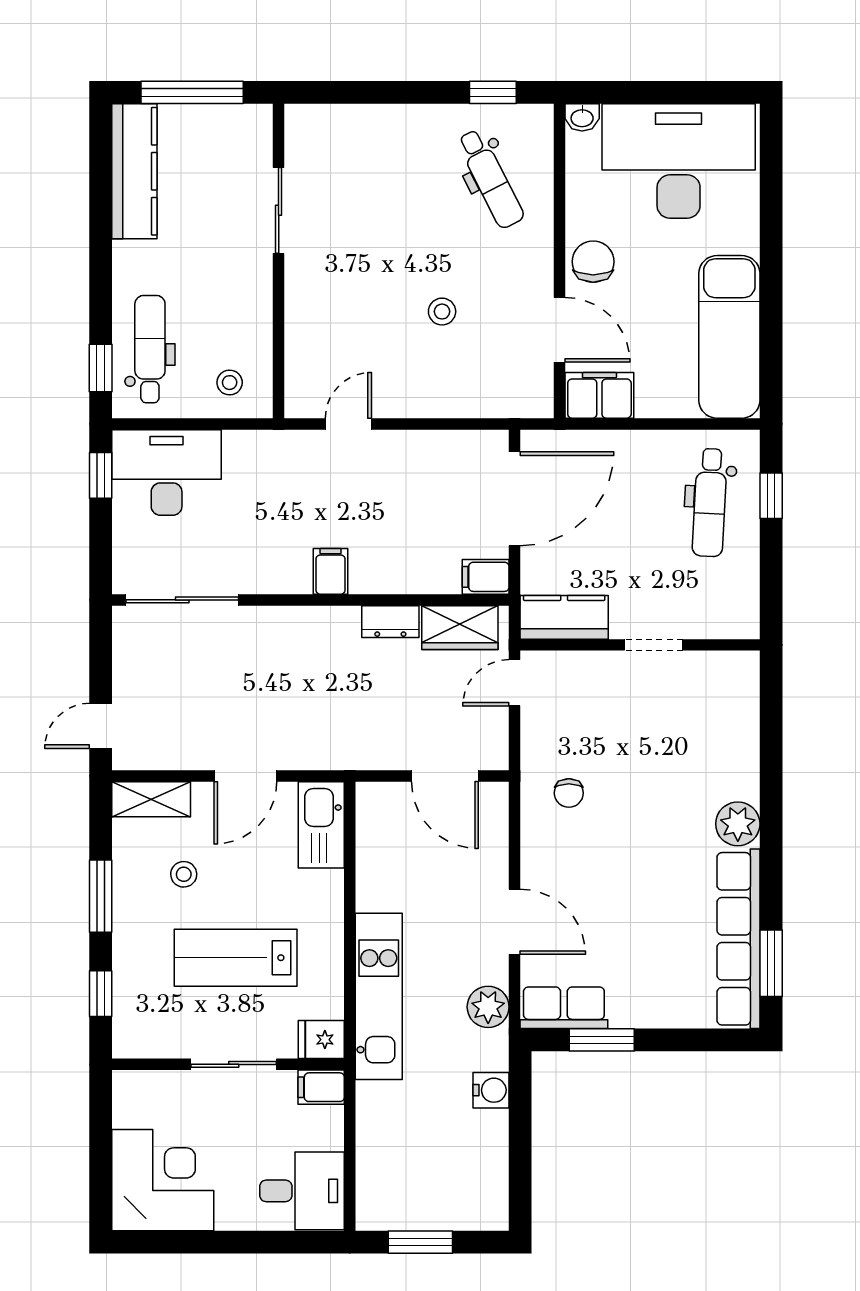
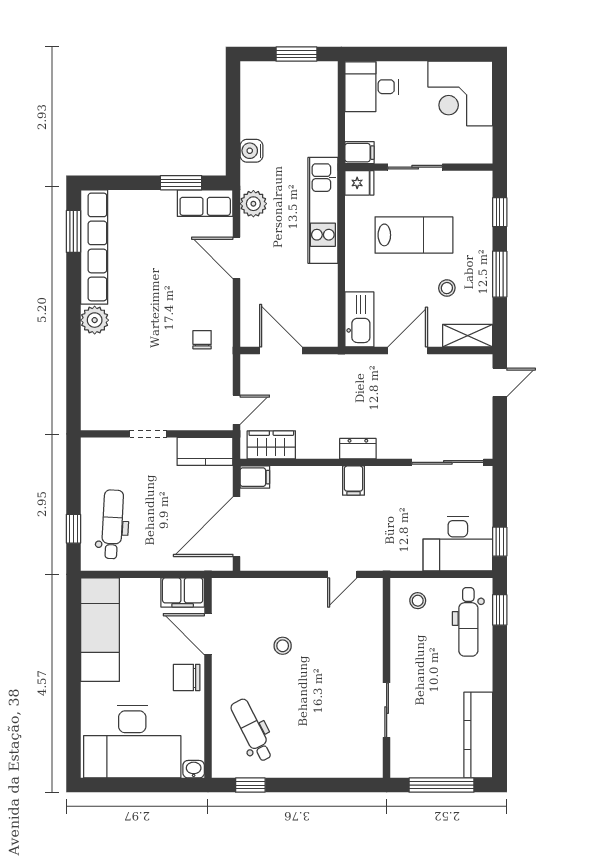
chair: (593, 262) -> (187, 678), turned 90
dresser: (390, 622) -> (358, 449), moved

